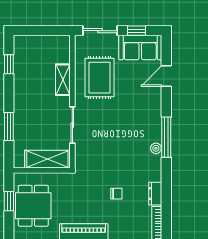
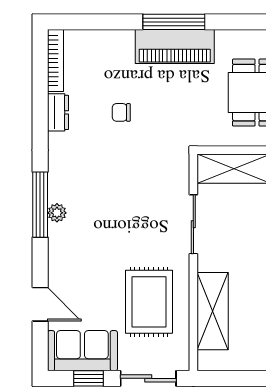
door: (166, 76) -> (40, 304), hinge flipped
shelving: (63, 80) -> (213, 311), width x1.50, depth x1.33
plant: (156, 148) -> (57, 213), moved

